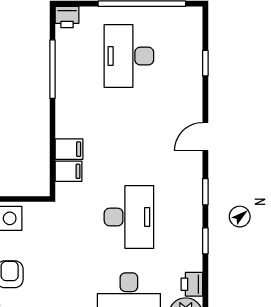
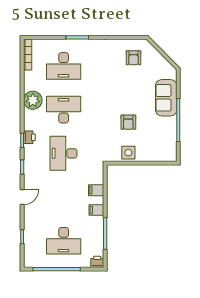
desk: (129, 56) -> (64, 241), turned 90
filing cabinet: (69, 171) -> (96, 210), moved
printer: (192, 284) -> (29, 137), moved

